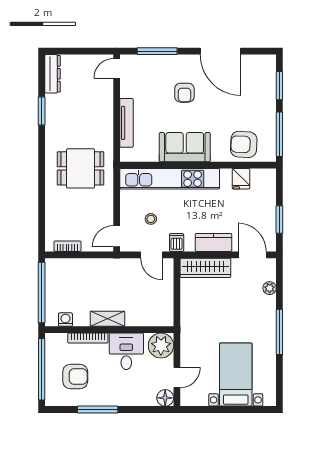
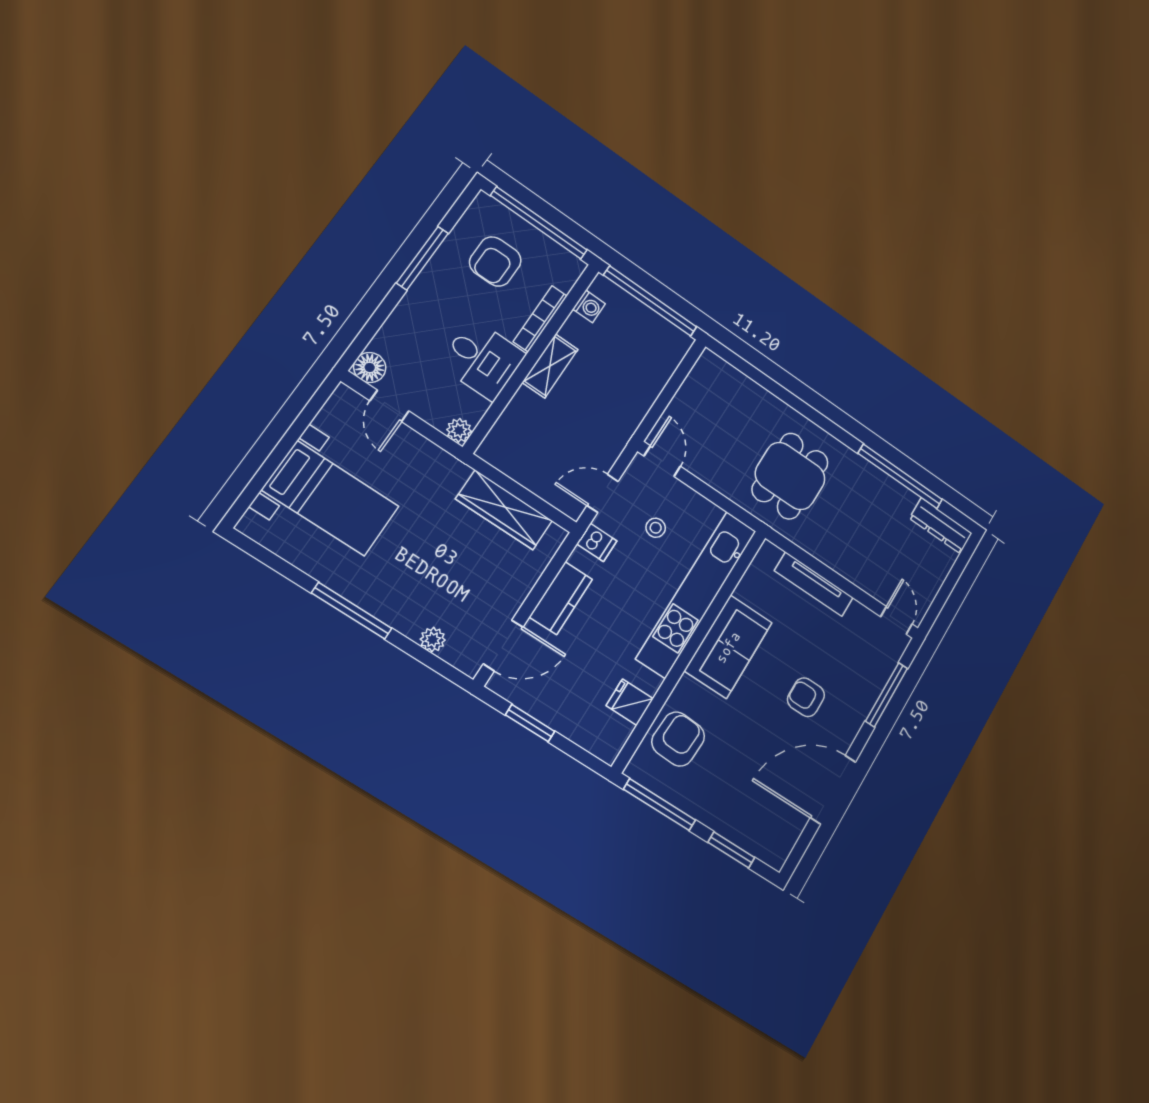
window: (42, 111) -> (900, 476), width x2.11
bookcase: (67, 246) -> (693, 383), removed
wardrobe: (205, 268) -> (504, 510), moved, turned -90
plant: (161, 346) -> (459, 430), width x0.53, depth x0.53

